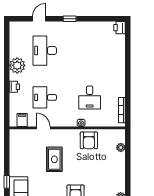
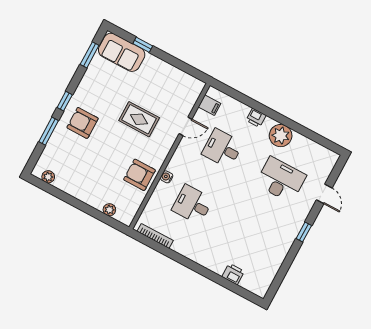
printer: (119, 28) -> (233, 274), moved
desk: (45, 97) -> (222, 148), turned -90

